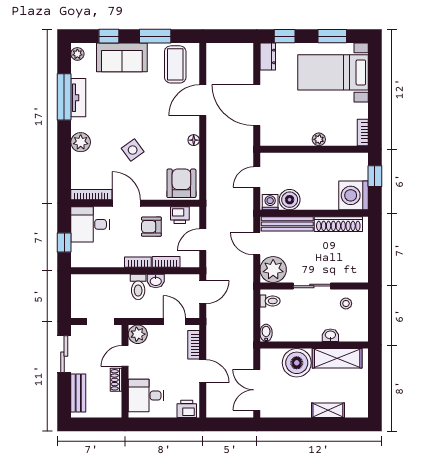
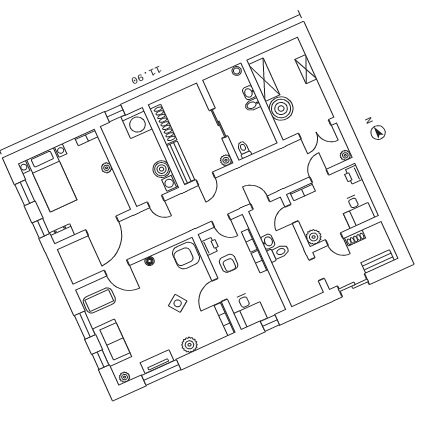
plant: (273, 270) -> (226, 160), width x0.53, depth x0.53
stool: (346, 304) -> (237, 71), moved
bidet: (266, 333) -> (252, 105), moved
plant: (212, 410) -> (345, 155), added

